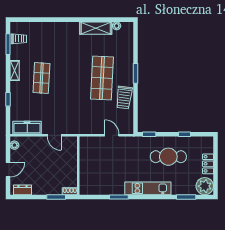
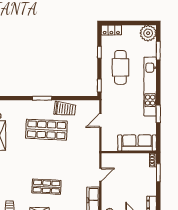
locker: (208, 164) -> (111, 30), moved
sofa: (88, 174) -> (137, 143), added
kitchen unit: (148, 188) -> (150, 87), width x1.36

